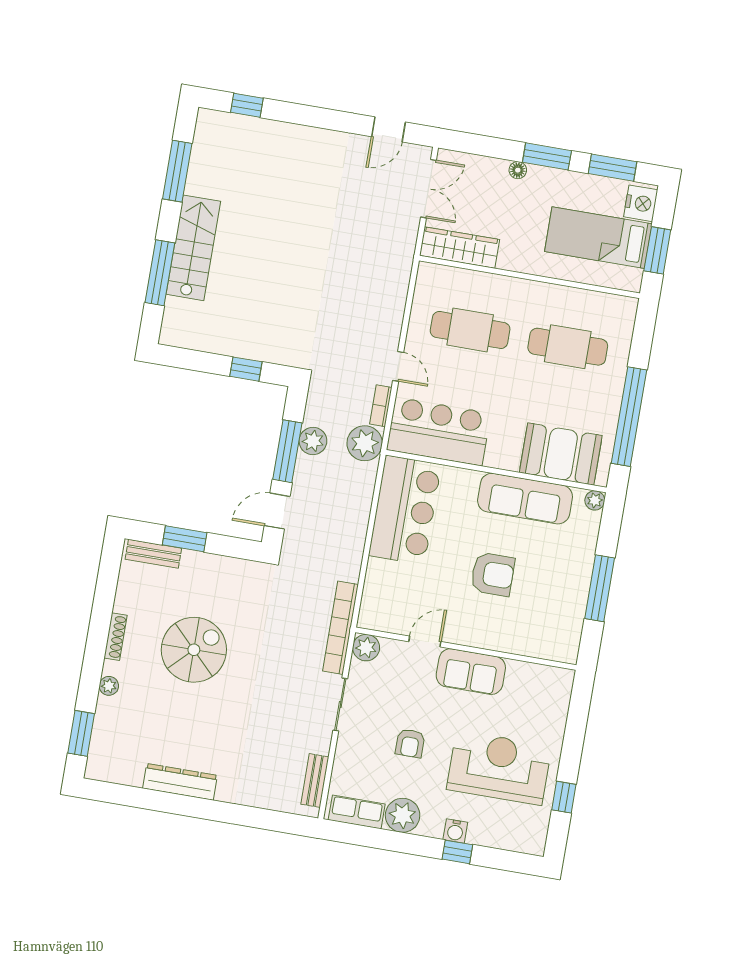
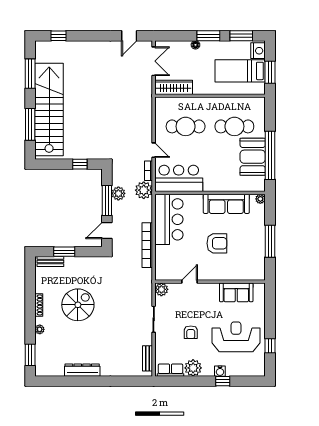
stairs: (193, 248) -> (49, 110), width x1.86, depth x1.51
booth: (561, 454) -> (253, 157), moved, turned 90
bookcase: (340, 628) -> (147, 245), moved
sofa: (471, 672) -> (236, 292), moved

